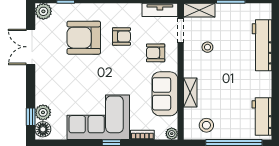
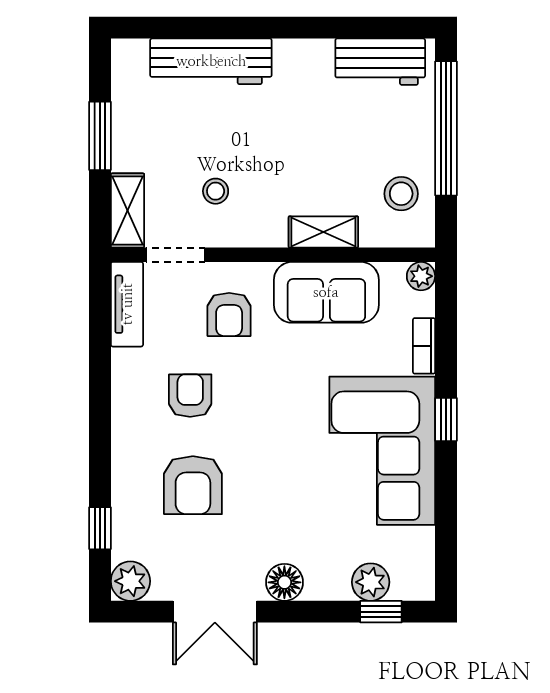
armchair: (84, 38) -> (193, 485), width x0.73, depth x0.73
floor lamp: (43, 129) -> (284, 582), moved

